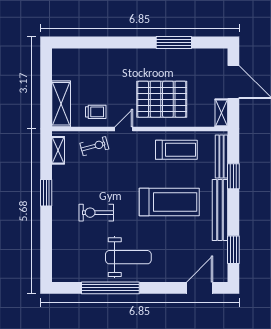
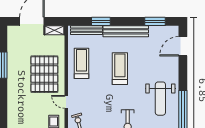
treadmill: (169, 202) -> (120, 69), width x0.73, depth x0.73
weight bench: (128, 257) -> (160, 99), turned 180
door: (200, 288) -> (183, 46), hinge flipped

